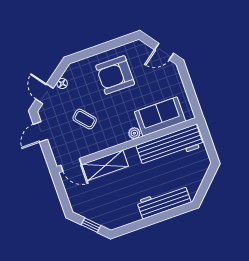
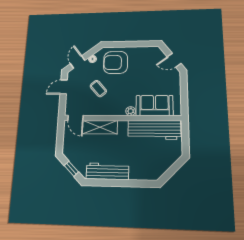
armchair: (115, 75) -> (116, 62), moved
workbench: (164, 202) -> (107, 171), moved

